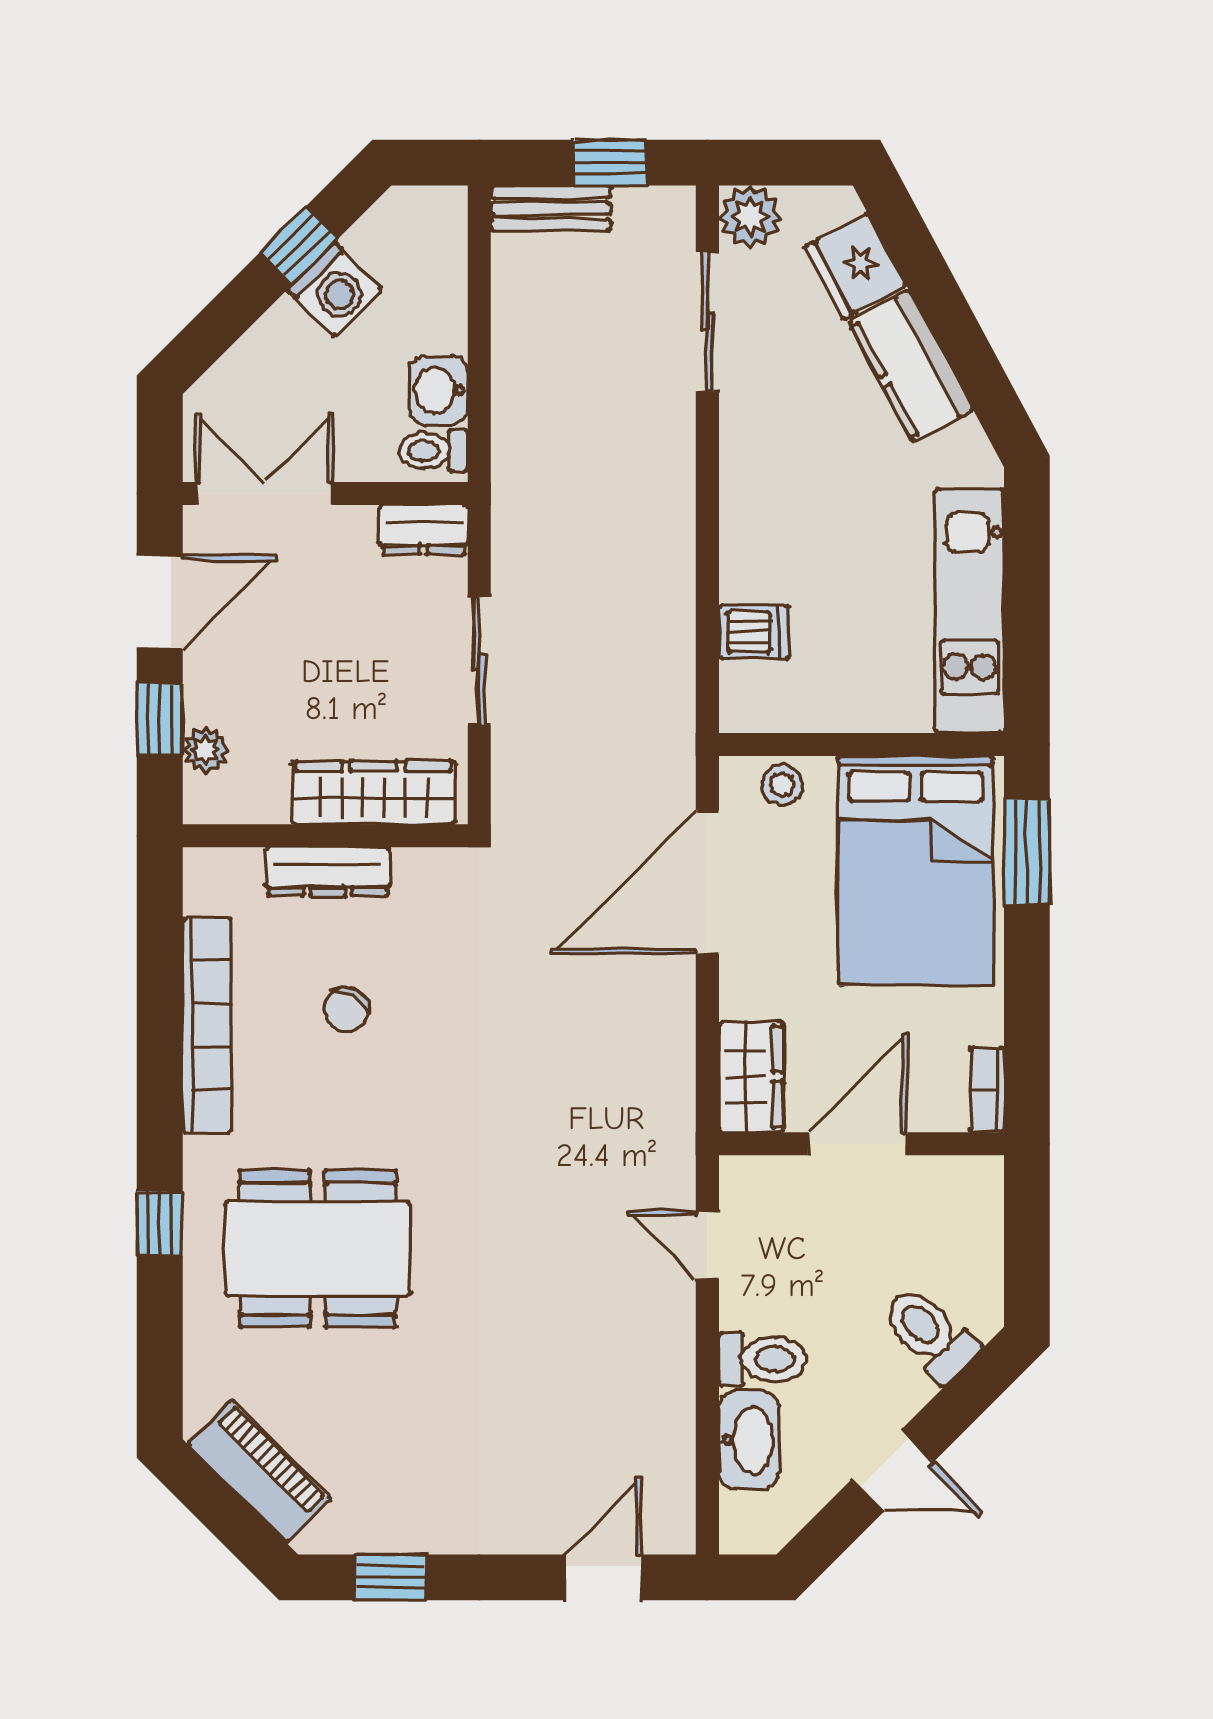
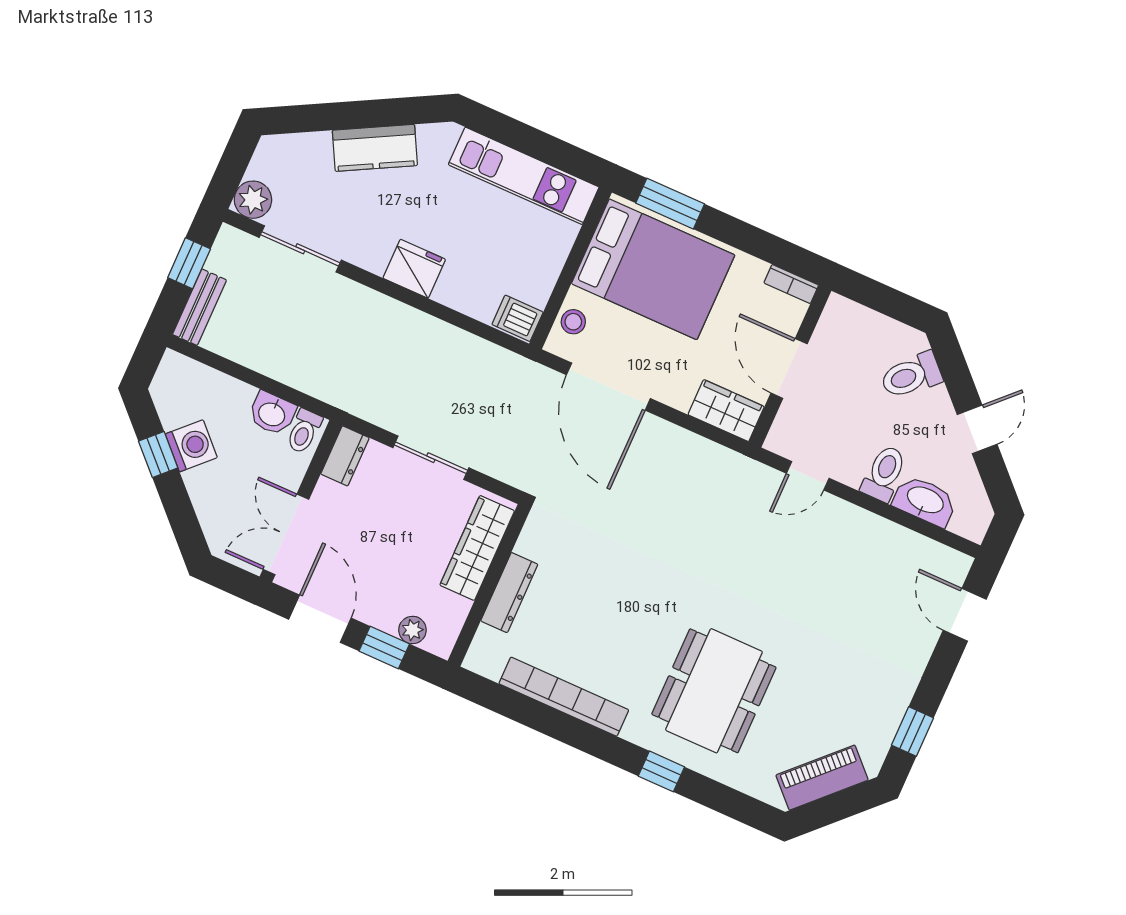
fridge: (856, 266) -> (414, 269), moved, turned -152
dishwasher: (754, 632) -> (518, 318), moved, turned -90
chair: (346, 1009) -> (590, 616), removed

